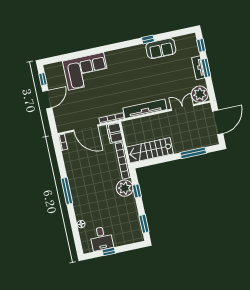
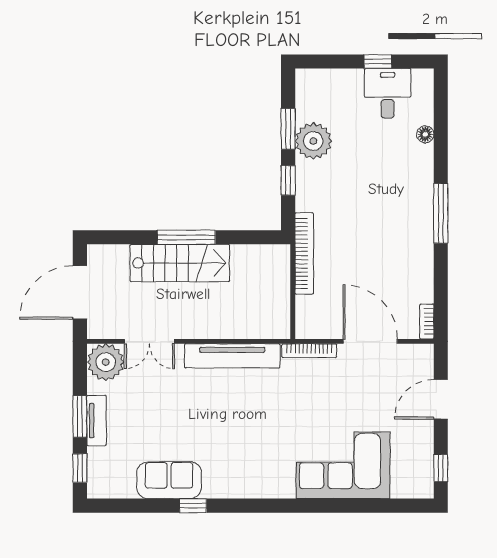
door: (47, 99) -> (441, 399), moved
filing cabinet: (115, 133) -> (309, 318), removed
stairs: (150, 150) -> (180, 263), moved
window: (193, 153) -> (186, 237), moved
plant: (125, 188) -> (313, 141), moved
window: (144, 224) -> (288, 129), moved

